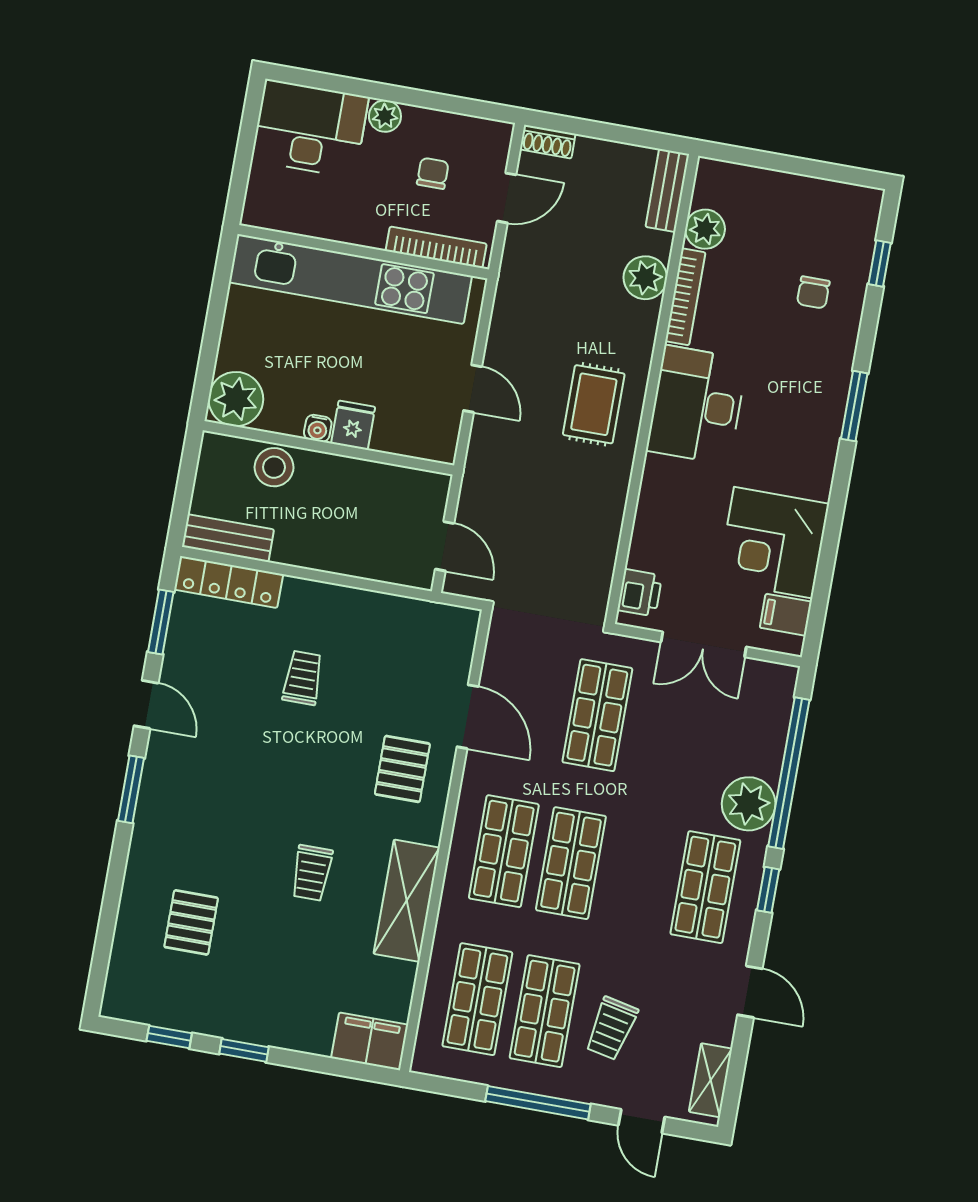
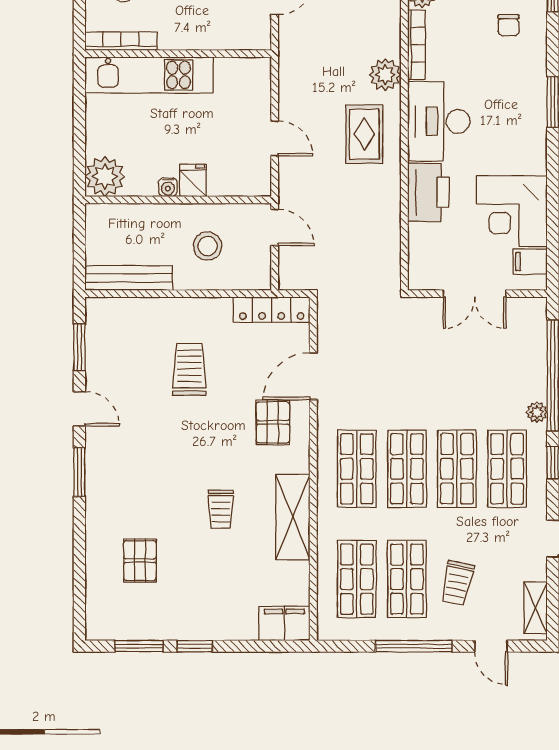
bookcase: (436, 247) -> (121, 41), moved
plant: (645, 278) -> (385, 75), moved
kitchen unit: (351, 279) -> (149, 75), width x0.73
stool: (274, 467) -> (208, 246), moved
bench: (228, 538) -> (129, 278), width x1.36
door: (445, 546) -> (275, 228), moved
locker: (229, 582) -> (272, 310), moved
printer: (640, 593) -> (428, 192), moved, width x1.87, depth x1.48
trolley: (303, 678) -> (189, 369), width x1.36, depth x1.39
shop shelf: (597, 715) -> (457, 469), moved
door: (468, 717) -> (313, 376), swing flipped
plant: (749, 804) -> (537, 412), width x0.53, depth x0.53
window: (169, 1037) -> (139, 646), width x1.50

